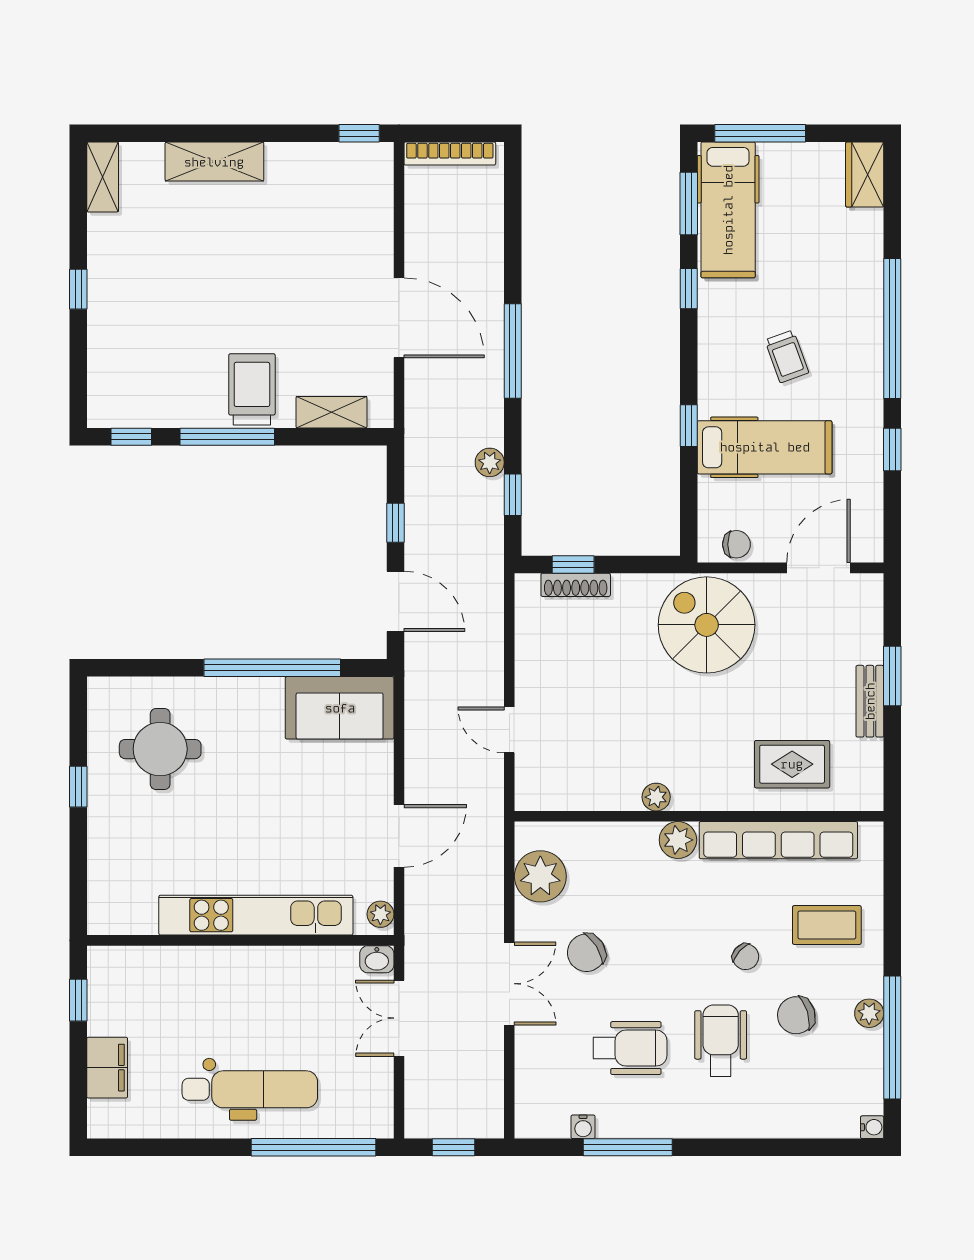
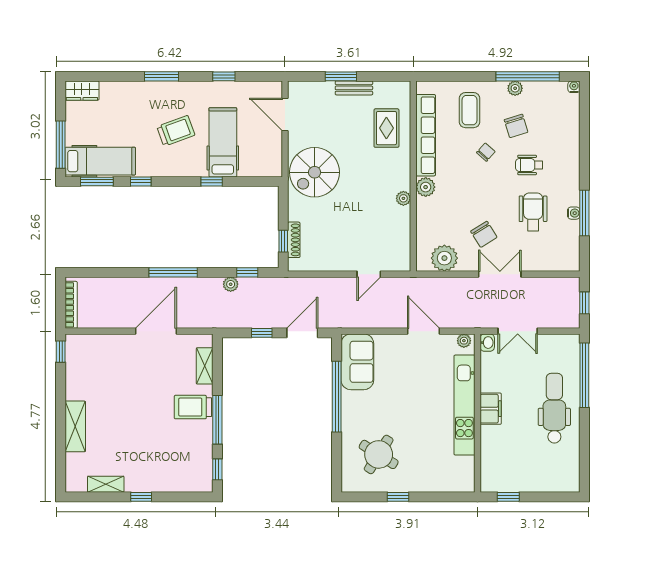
shelving: (103, 177) -> (106, 484), moved
window: (892, 328) -> (161, 76), width x0.47
trolley: (787, 356) -> (176, 131), width x1.36, depth x1.39
chair: (736, 544) -> (273, 157), removed
round table: (160, 749) -> (379, 454), turned 32
wheelchair: (721, 1041) -> (529, 165), width x0.73, depth x0.73
filing cabinet: (107, 1068) -> (491, 409), moved, turned 90
water cooler: (583, 1127) -> (574, 213), moved

